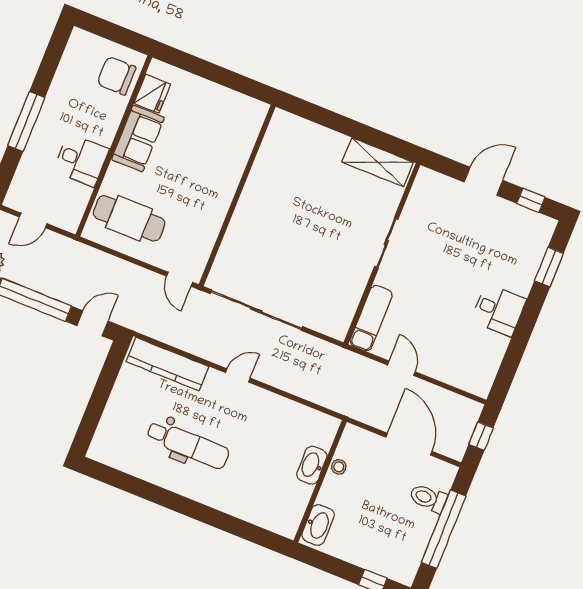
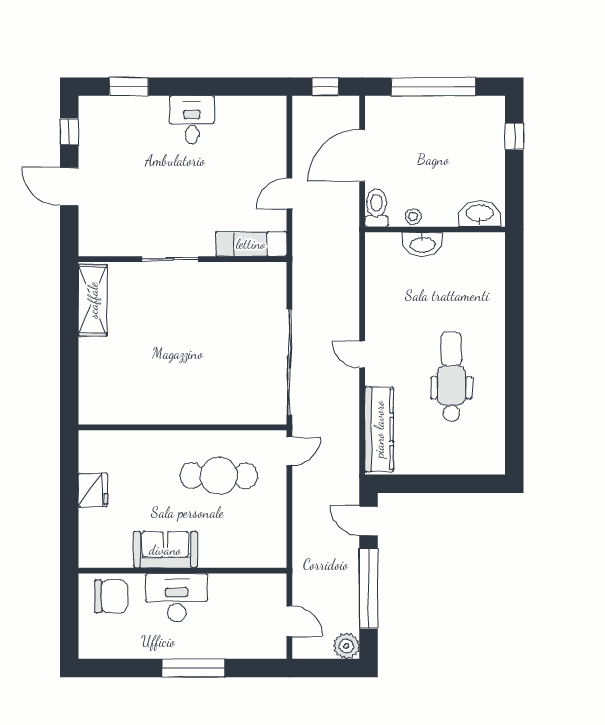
chair: (116, 76) -> (111, 596), turned -90
fridge: (152, 94) -> (93, 490), moved, turned 90
desk: (81, 160) -> (177, 598), moved, width x1.37
cafe table: (129, 218) -> (219, 476), moved, turned 90
toilet: (428, 498) -> (376, 208), moved, turned 180

